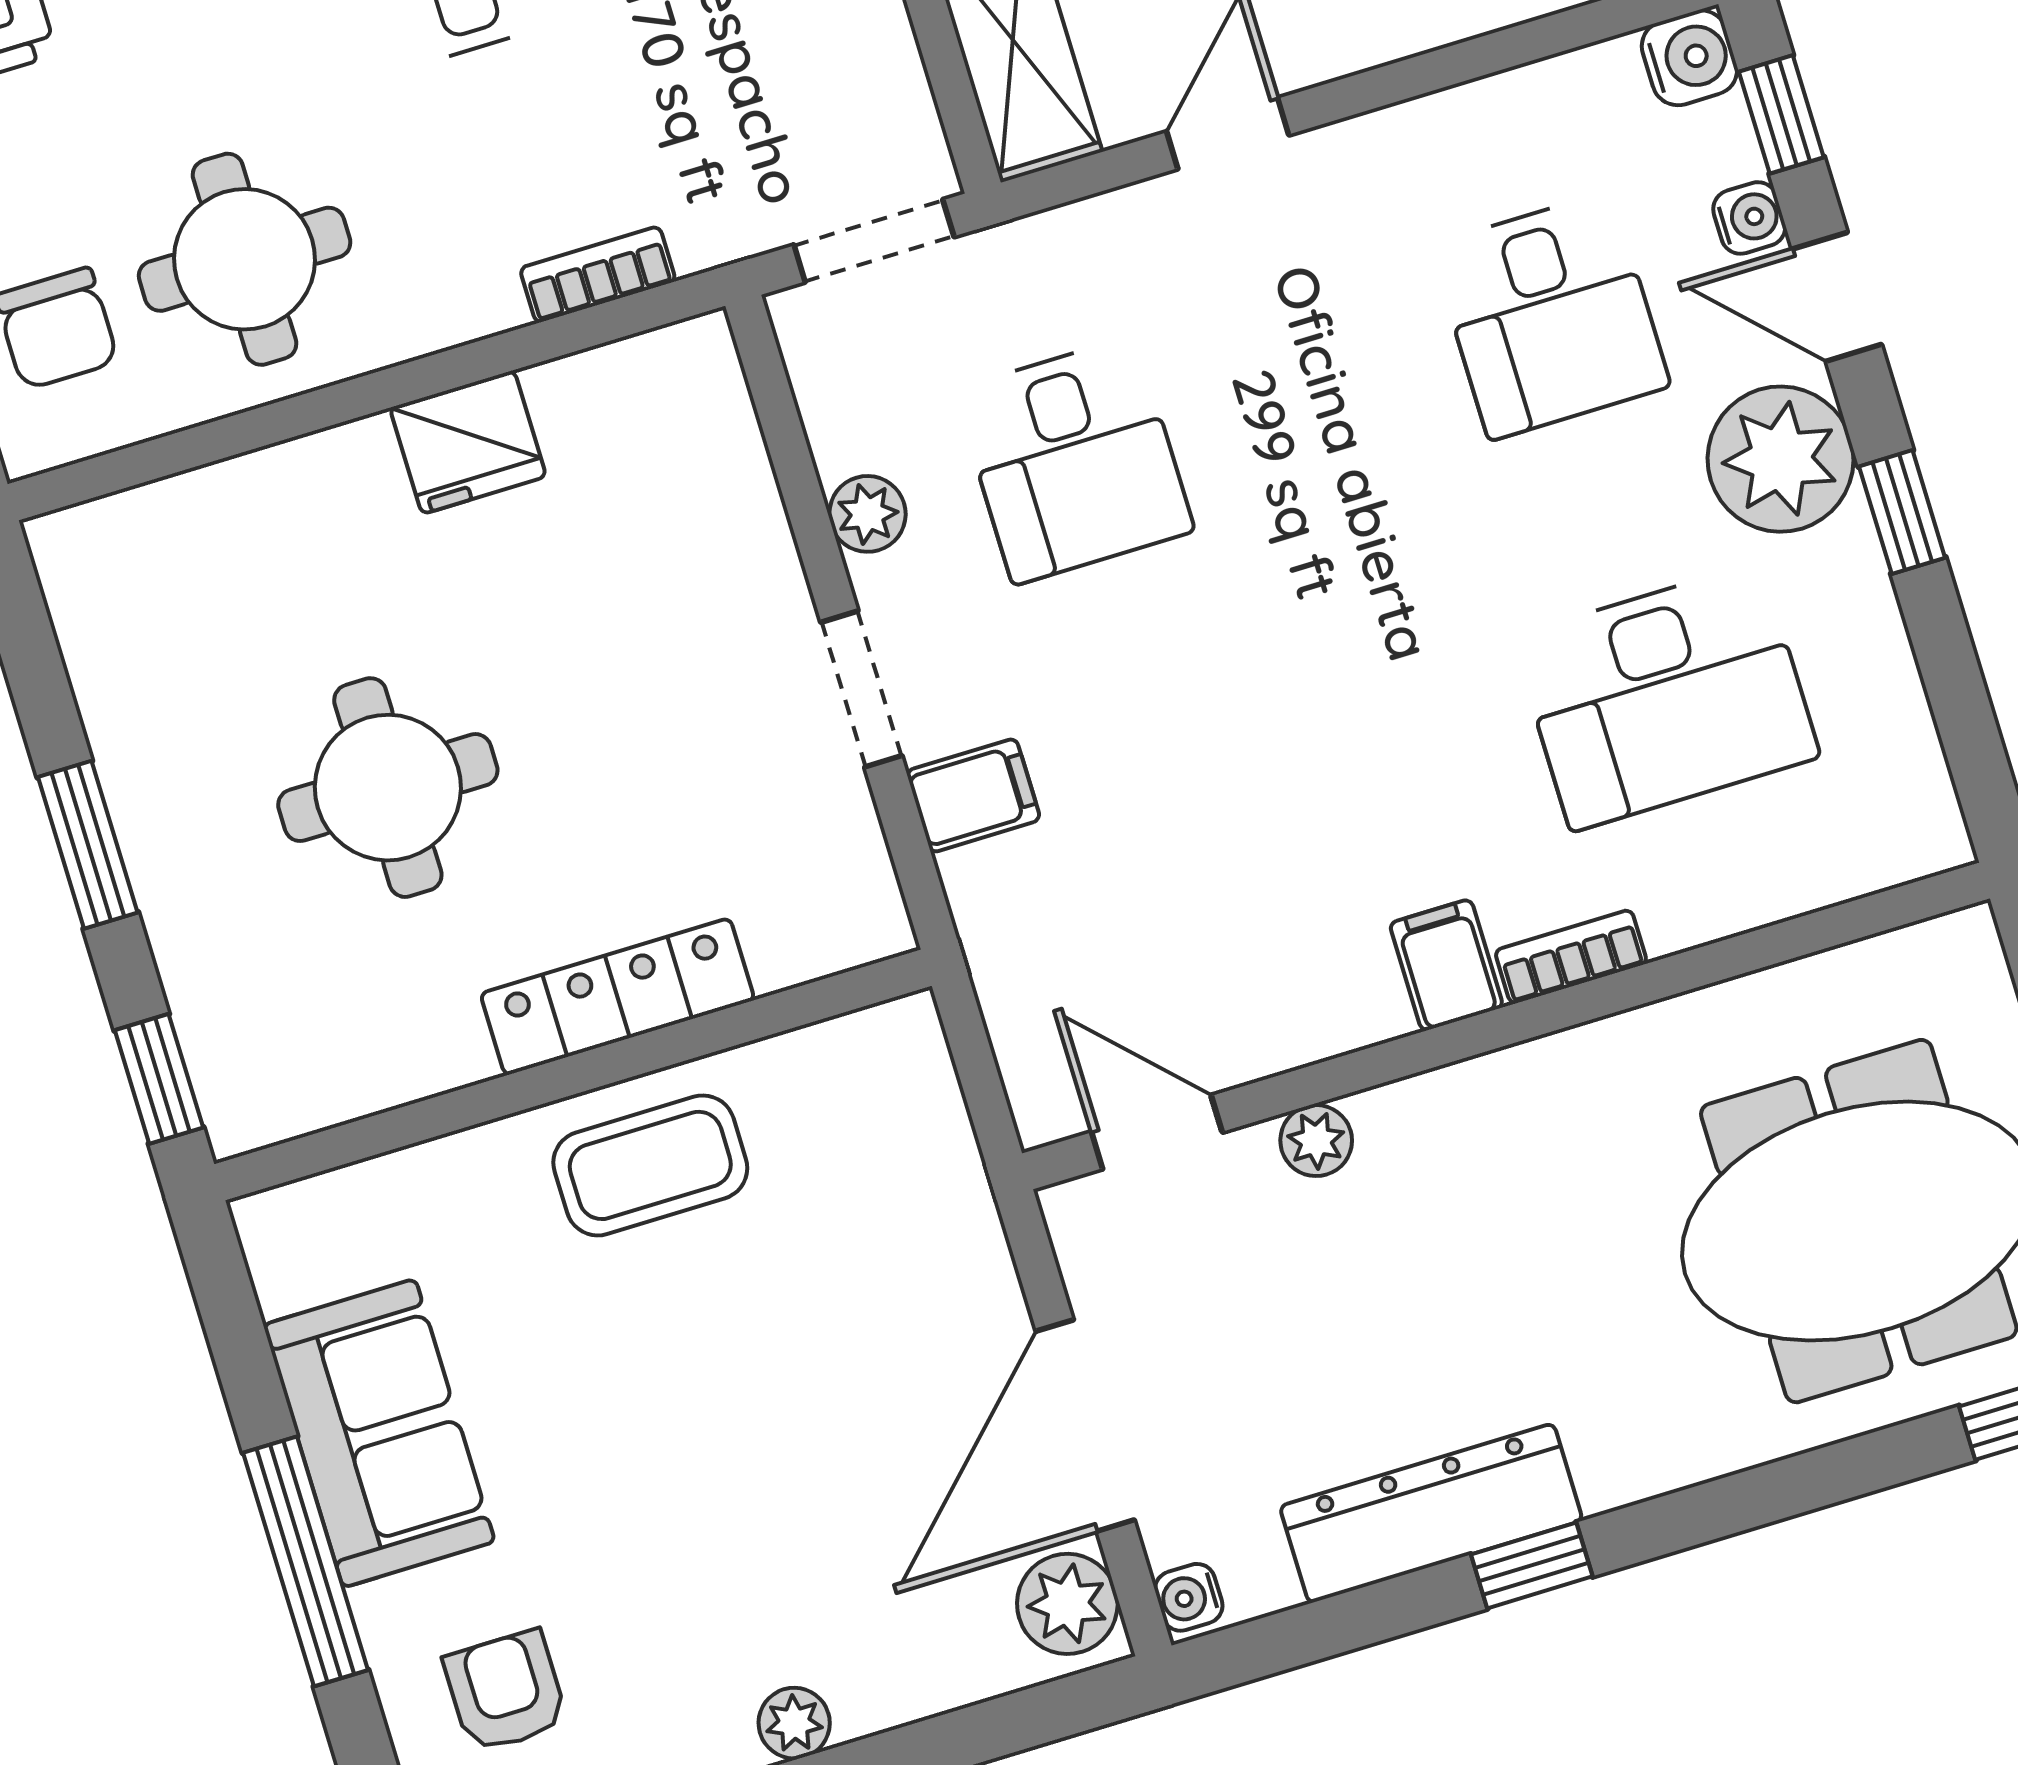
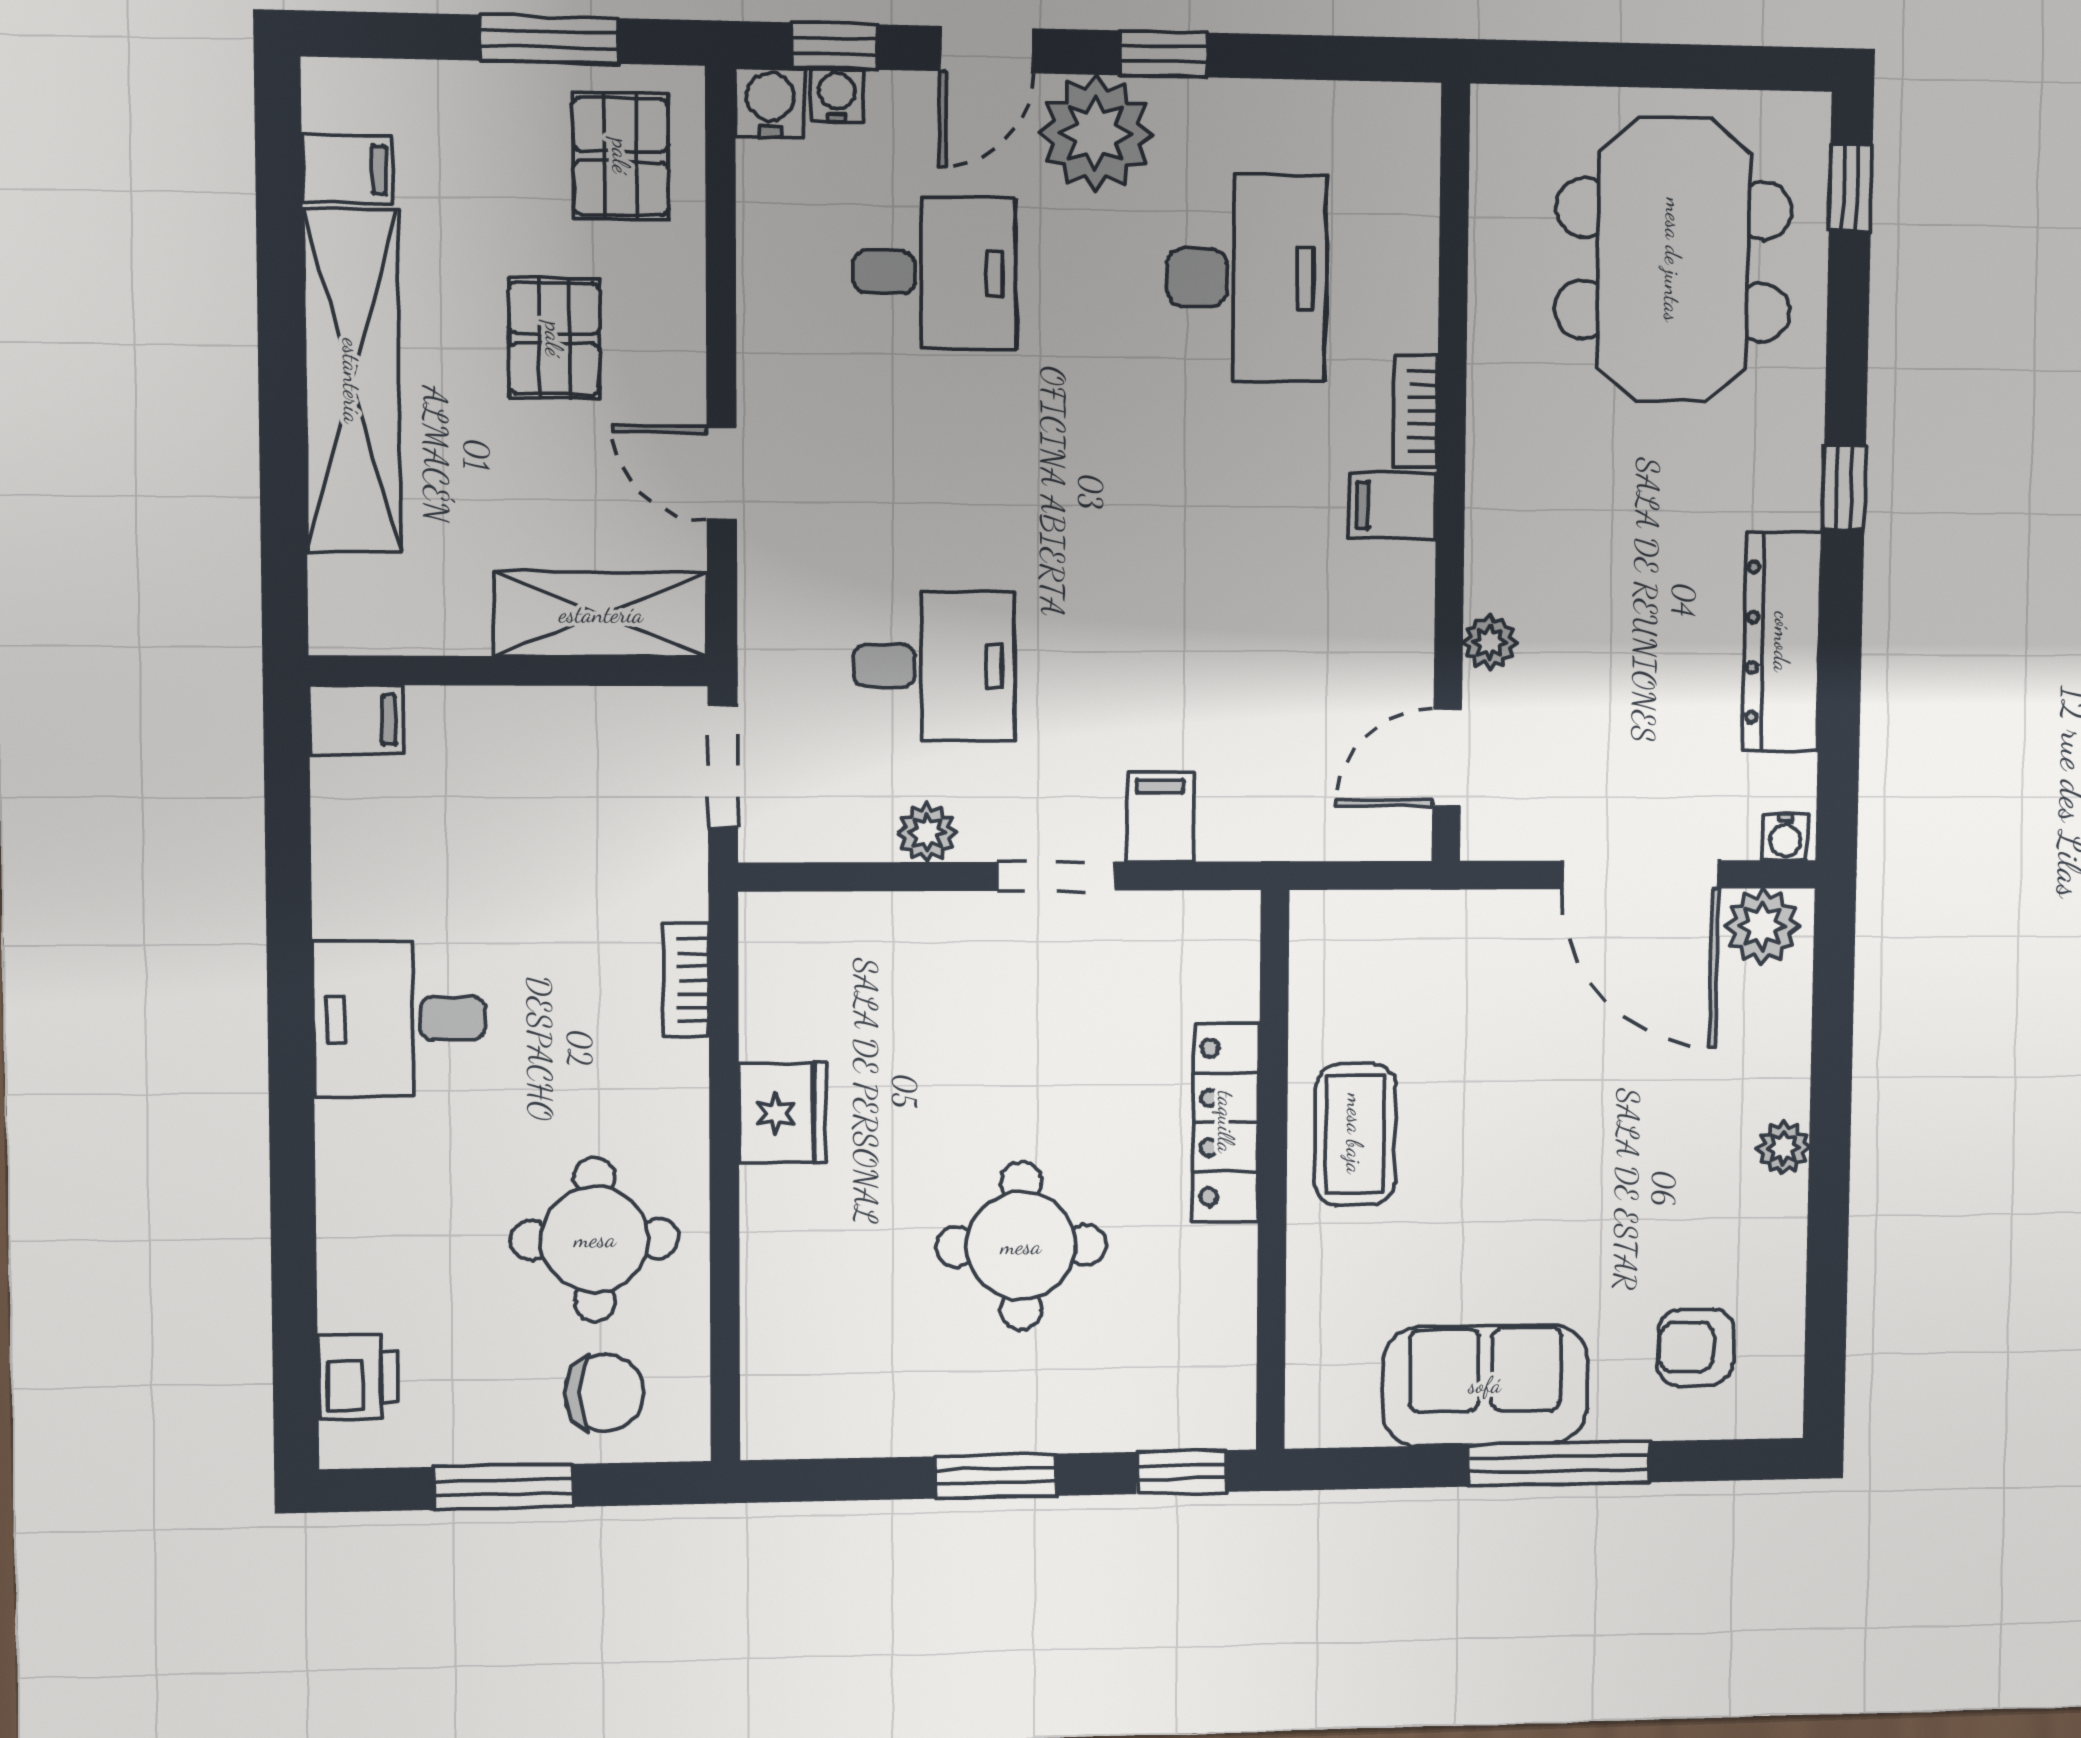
water cooler: (1749, 218) -> (837, 95), moved
window: (1532, 1565) -> (1844, 487), moved

